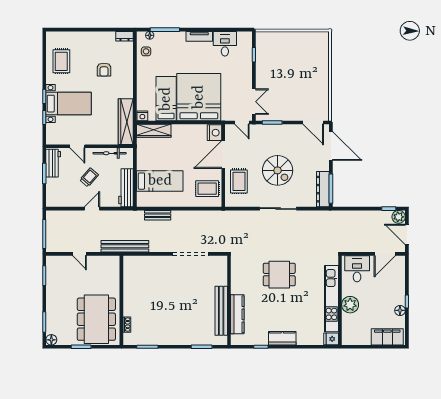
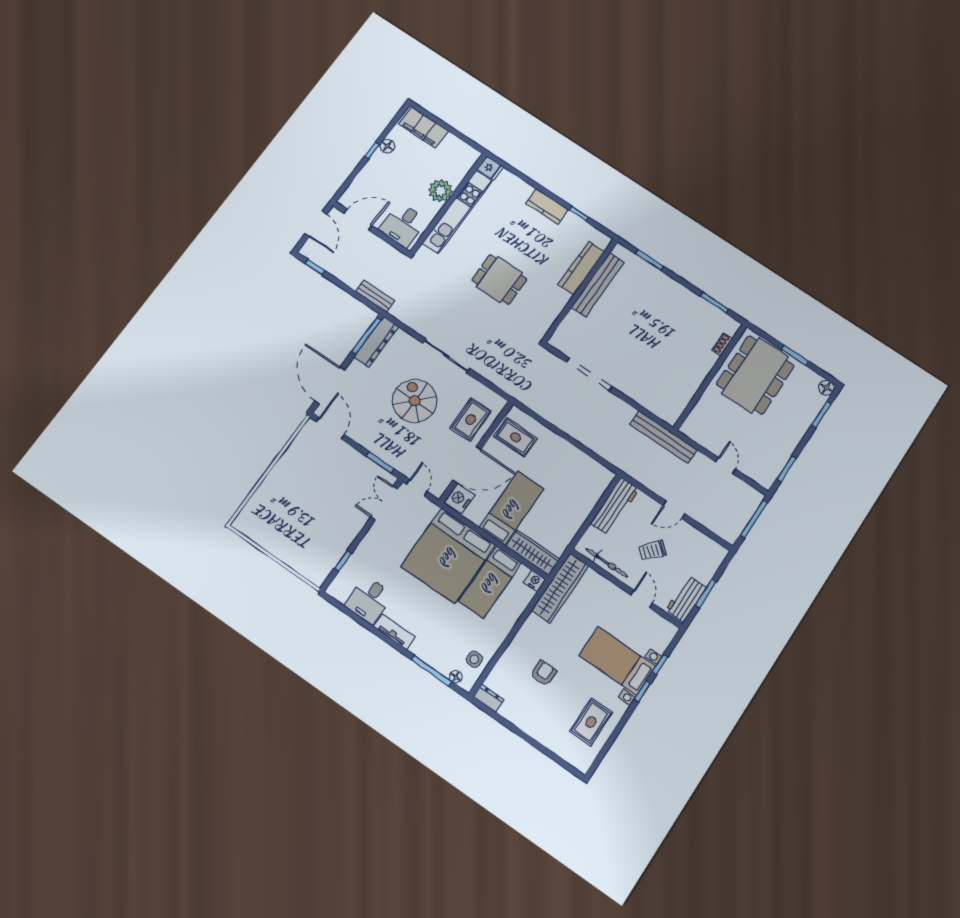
bed: (160, 181) -> (511, 508), moved, turned 90
bench: (158, 215) -> (375, 296), moved
plant: (399, 217) -> (311, 250), removed

